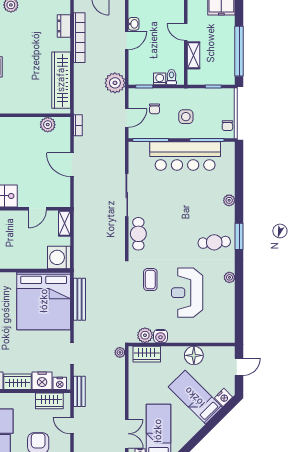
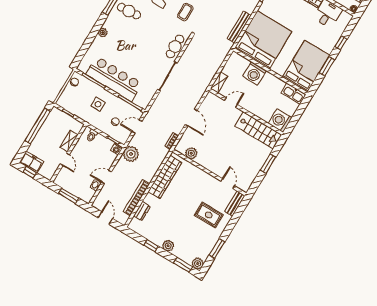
washing machine: (160, 79) -> (117, 149), moved
washing machine: (59, 257) -> (255, 73), moved, turned 90

